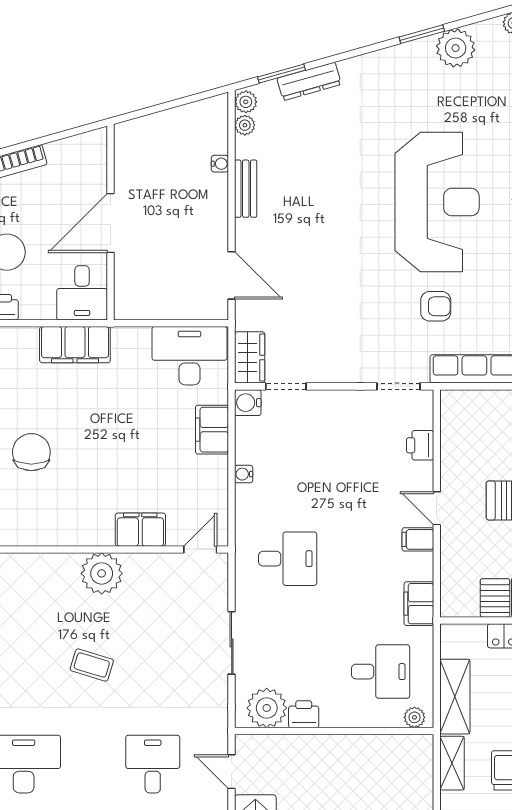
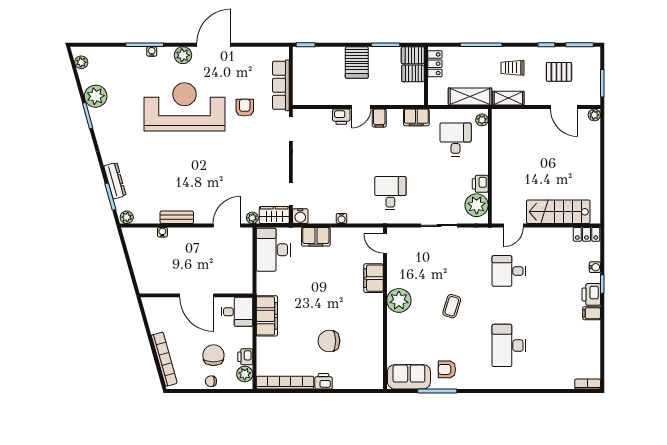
plant: (245, 125) -> (252, 218), moved
printer: (420, 445) -> (341, 117), moved

